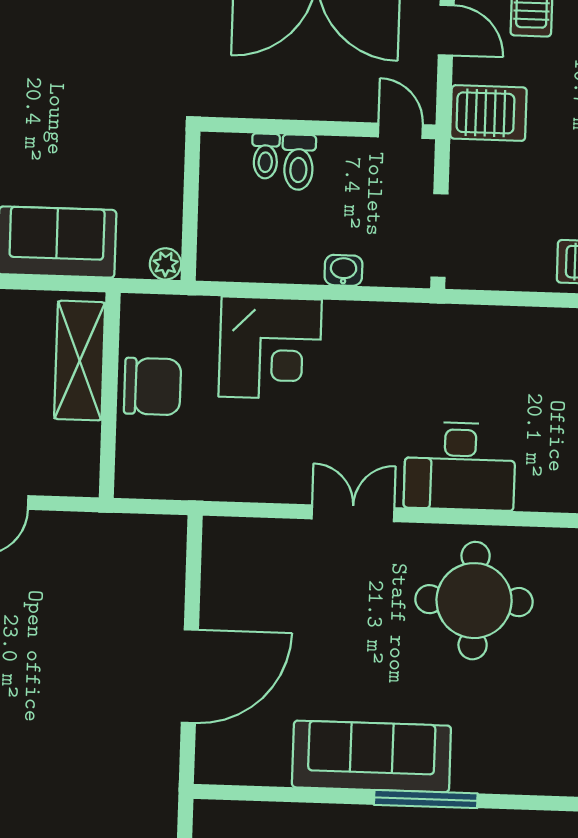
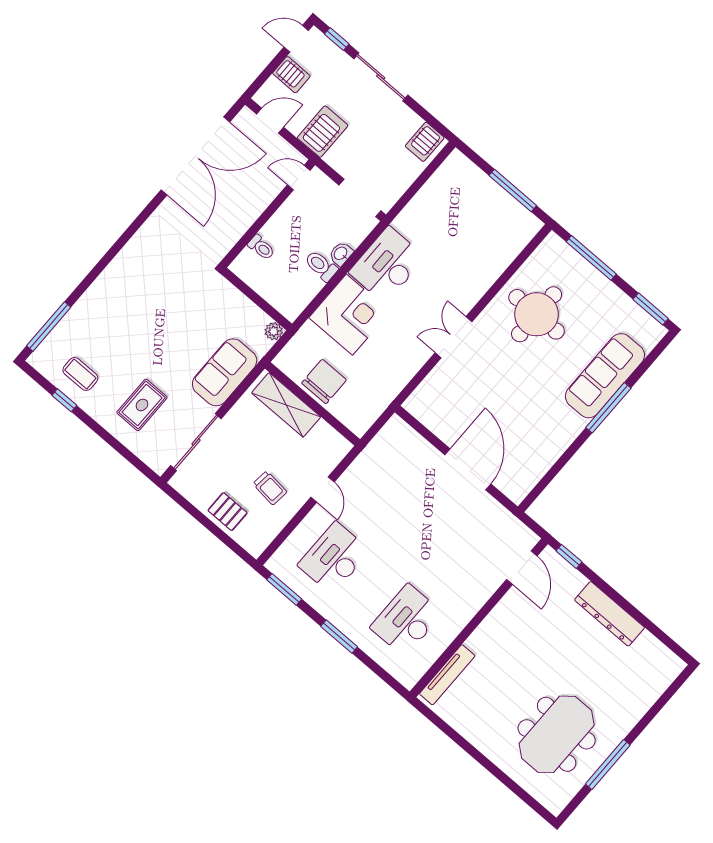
toilet: (299, 162) -> (321, 266), moved, turned 180
desk: (460, 466) -> (387, 265), moved, turned 180
sofa: (371, 756) -> (605, 376), moved

